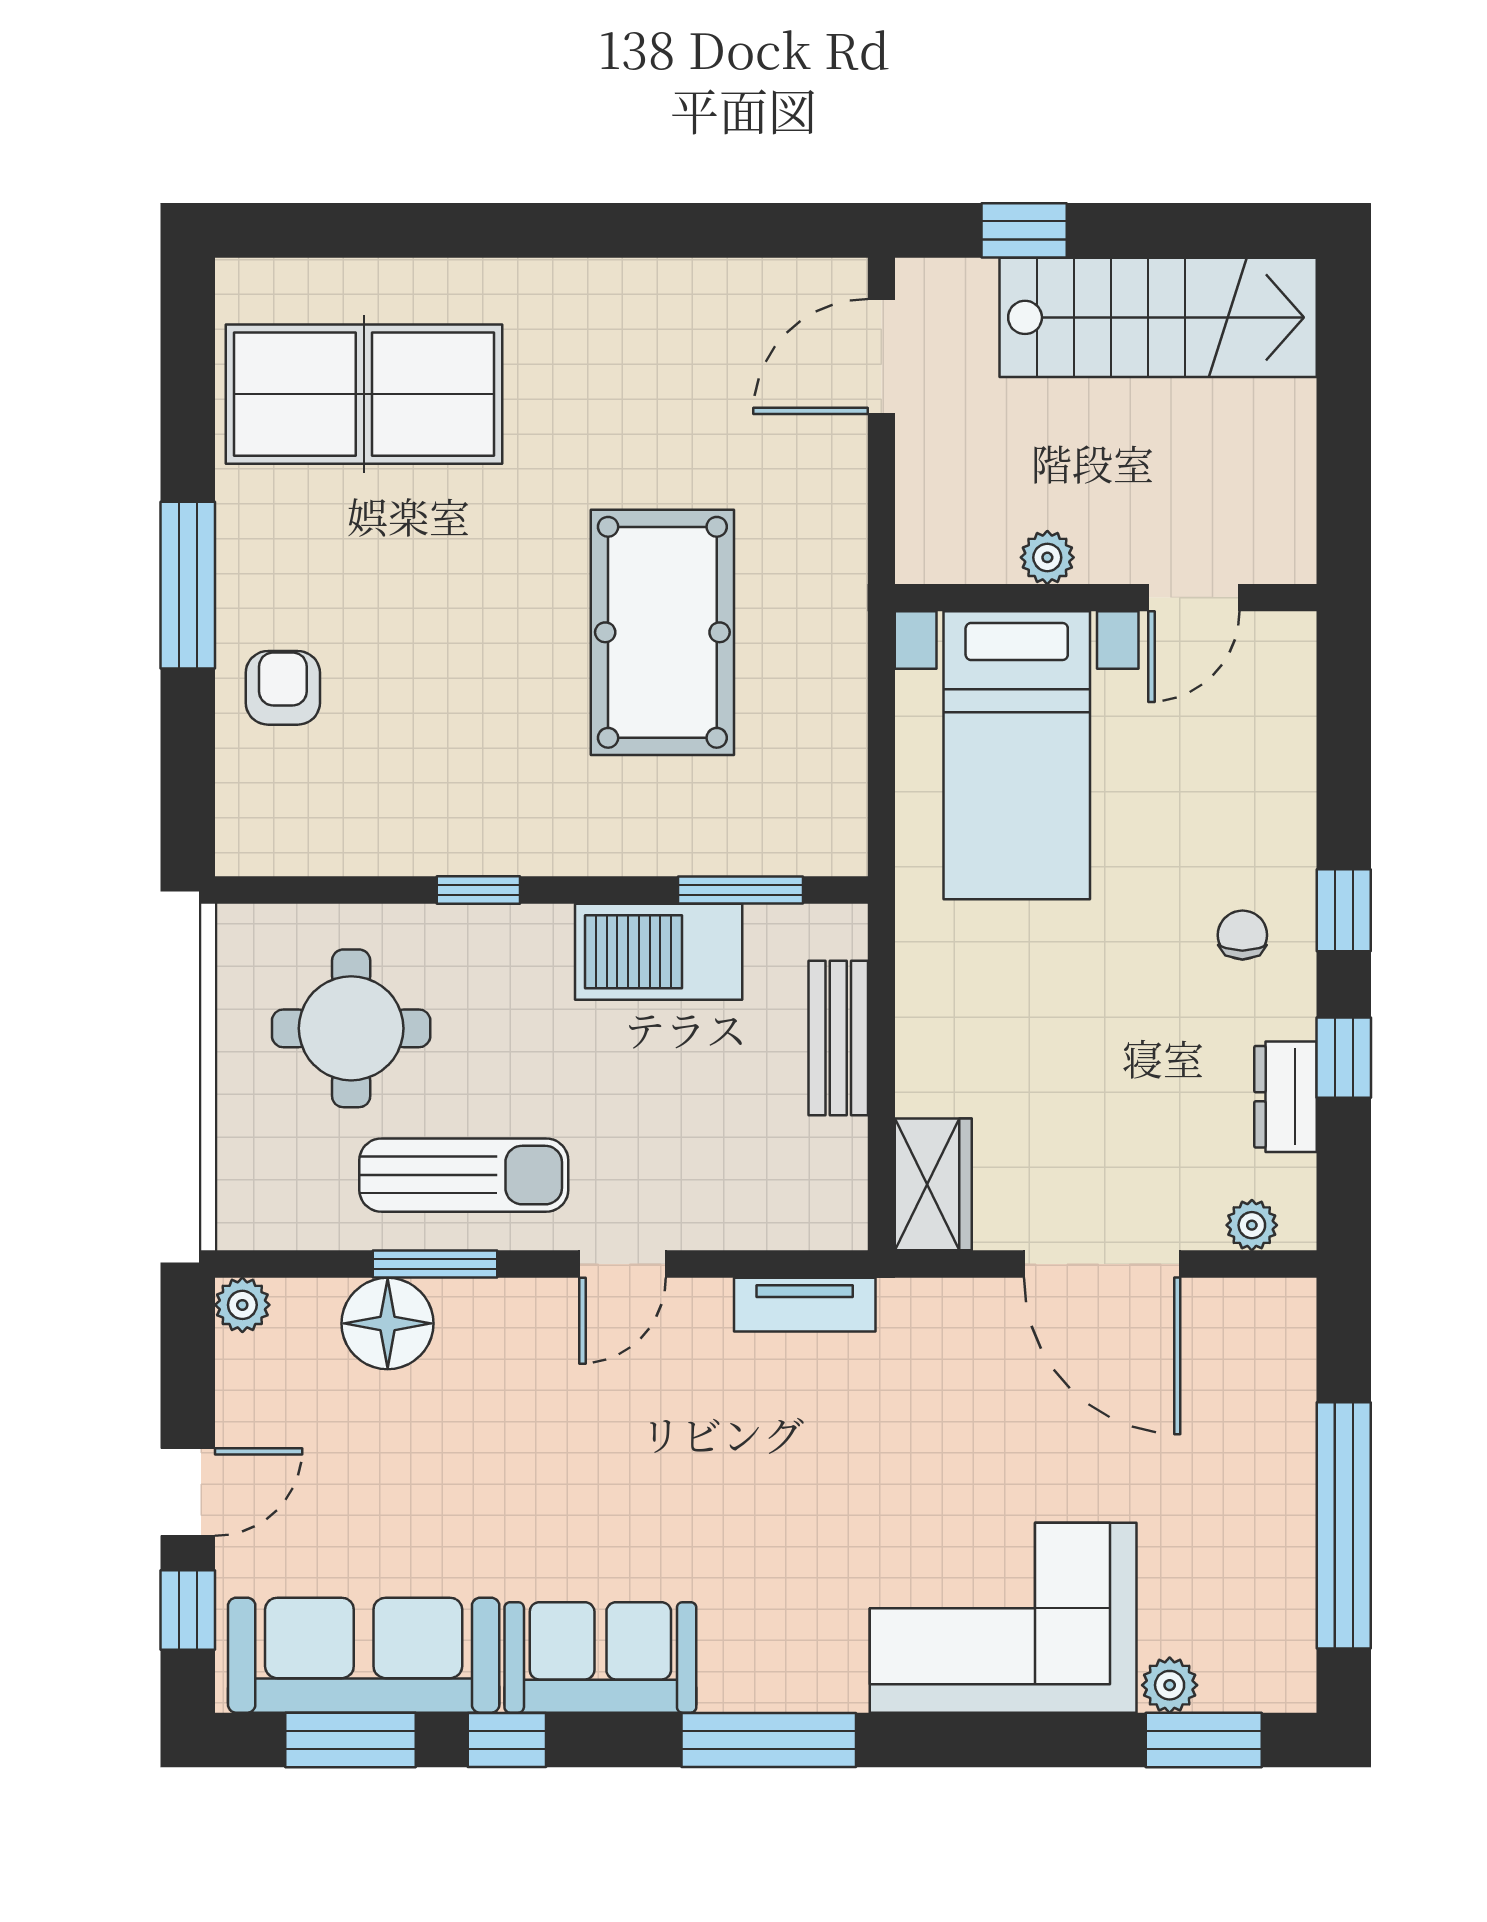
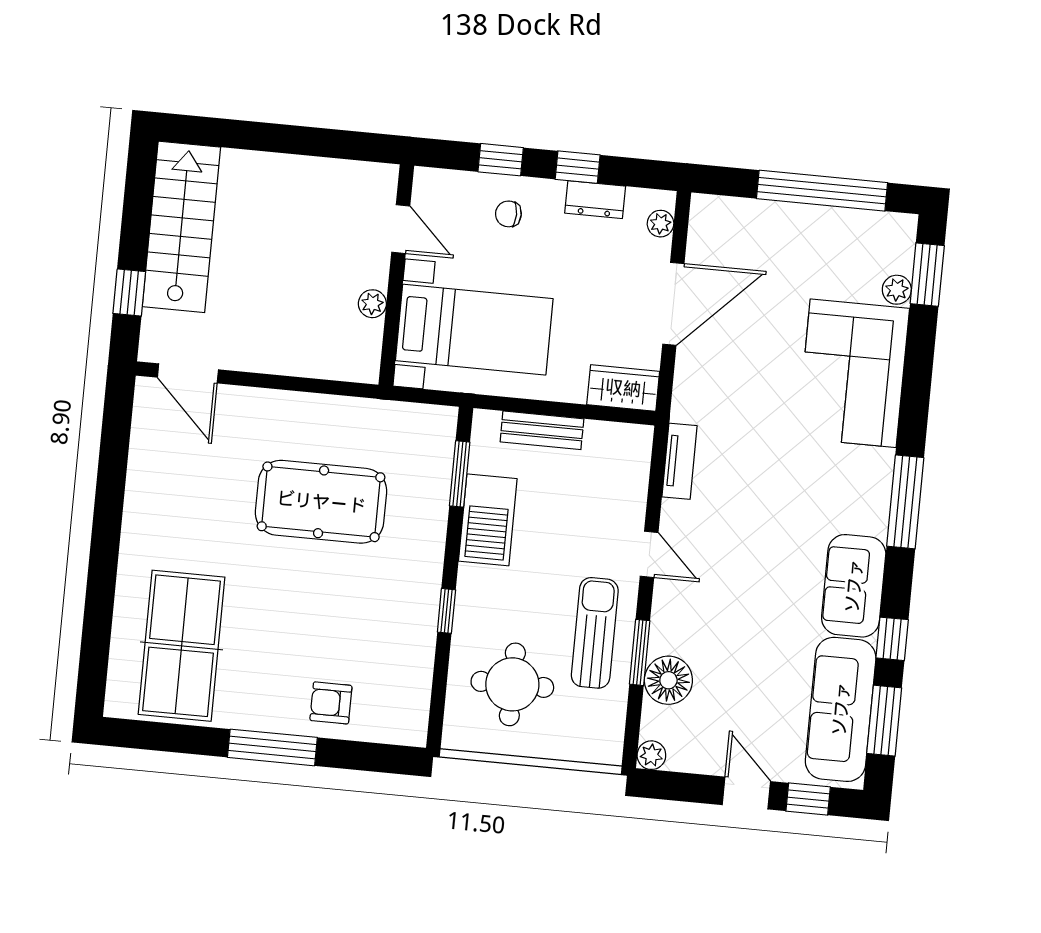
plant: (1047, 557) -> (372, 304), moved
wall: (1106, 598) -> (396, 275), moved
door: (1194, 598) -> (401, 229), moved
bed with nightstands: (1017, 755) -> (474, 330), moved

